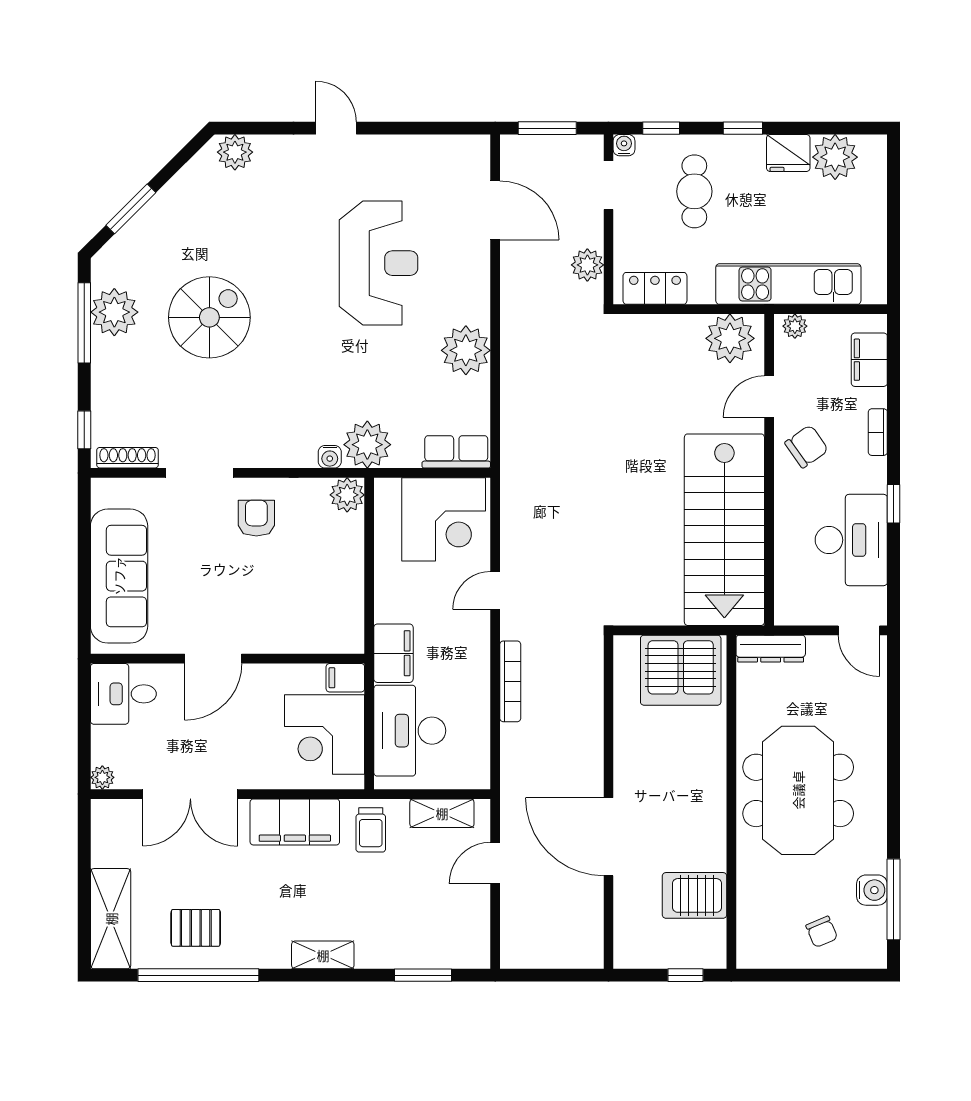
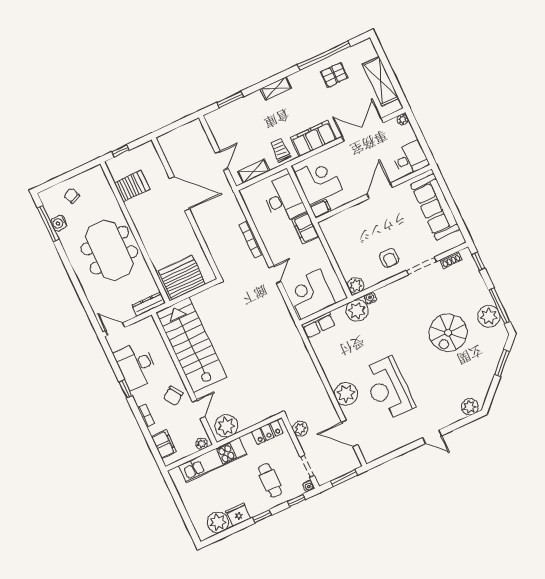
plant: (466, 350) -> (346, 394), moved
shoe rack: (127, 458) -> (451, 260), width x0.70
shelving: (111, 919) -> (381, 81), moved

